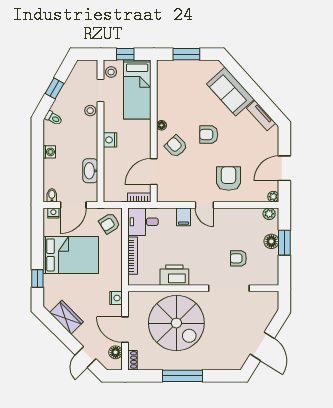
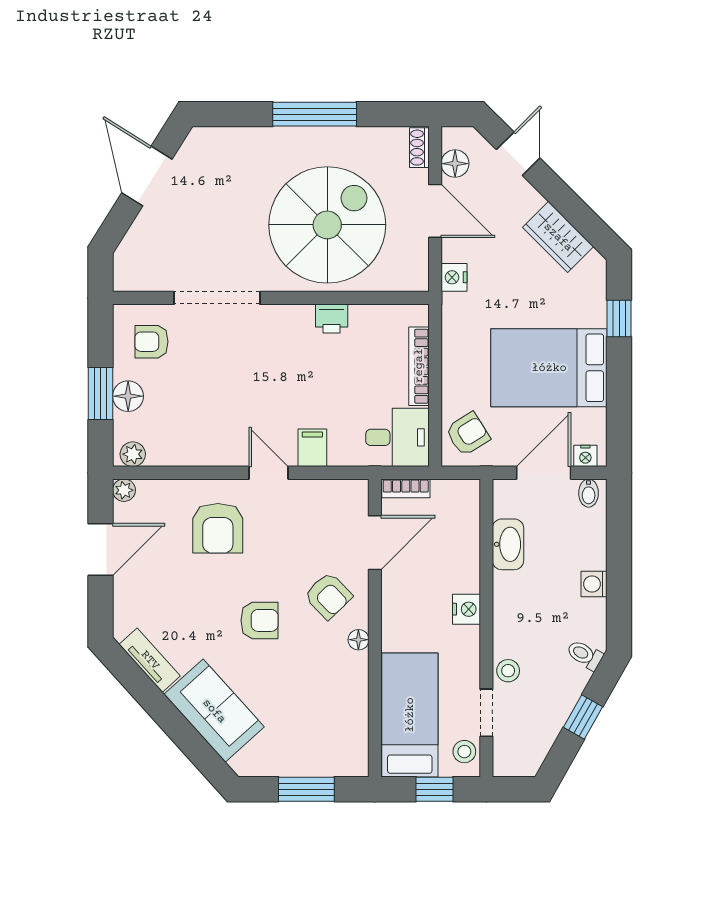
armchair: (238, 258) -> (151, 342), moved, turned 180
printer: (174, 275) -> (332, 319), width x0.53, depth x0.68
spiral stairs: (176, 323) -> (327, 225), turned 90

